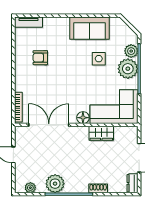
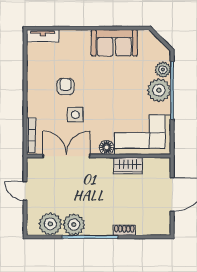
armchair: (40, 58) -> (66, 86), moved, turned 90
side table: (99, 59) -> (75, 115), moved
dresser: (132, 183) -> (164, 224), removed
plant: (30, 188) -> (50, 224), width x1.87, depth x1.87

